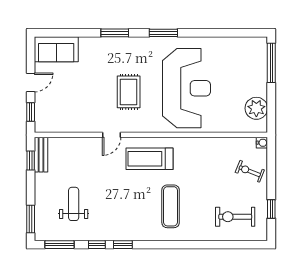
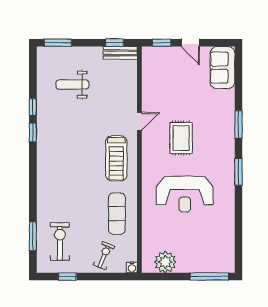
reception desk: (186, 88) -> (185, 194), width x0.74, depth x0.77
rug: (129, 92) -> (181, 138), turned 90
door: (112, 135) -> (139, 121), swing flipped
treadmill: (150, 159) -> (116, 158), turned 180
weight bench: (74, 204) -> (72, 85), turned 180
exercise mat: (171, 206) -> (117, 214), moved, turned 90
window: (60, 245) -> (33, 236), moved

